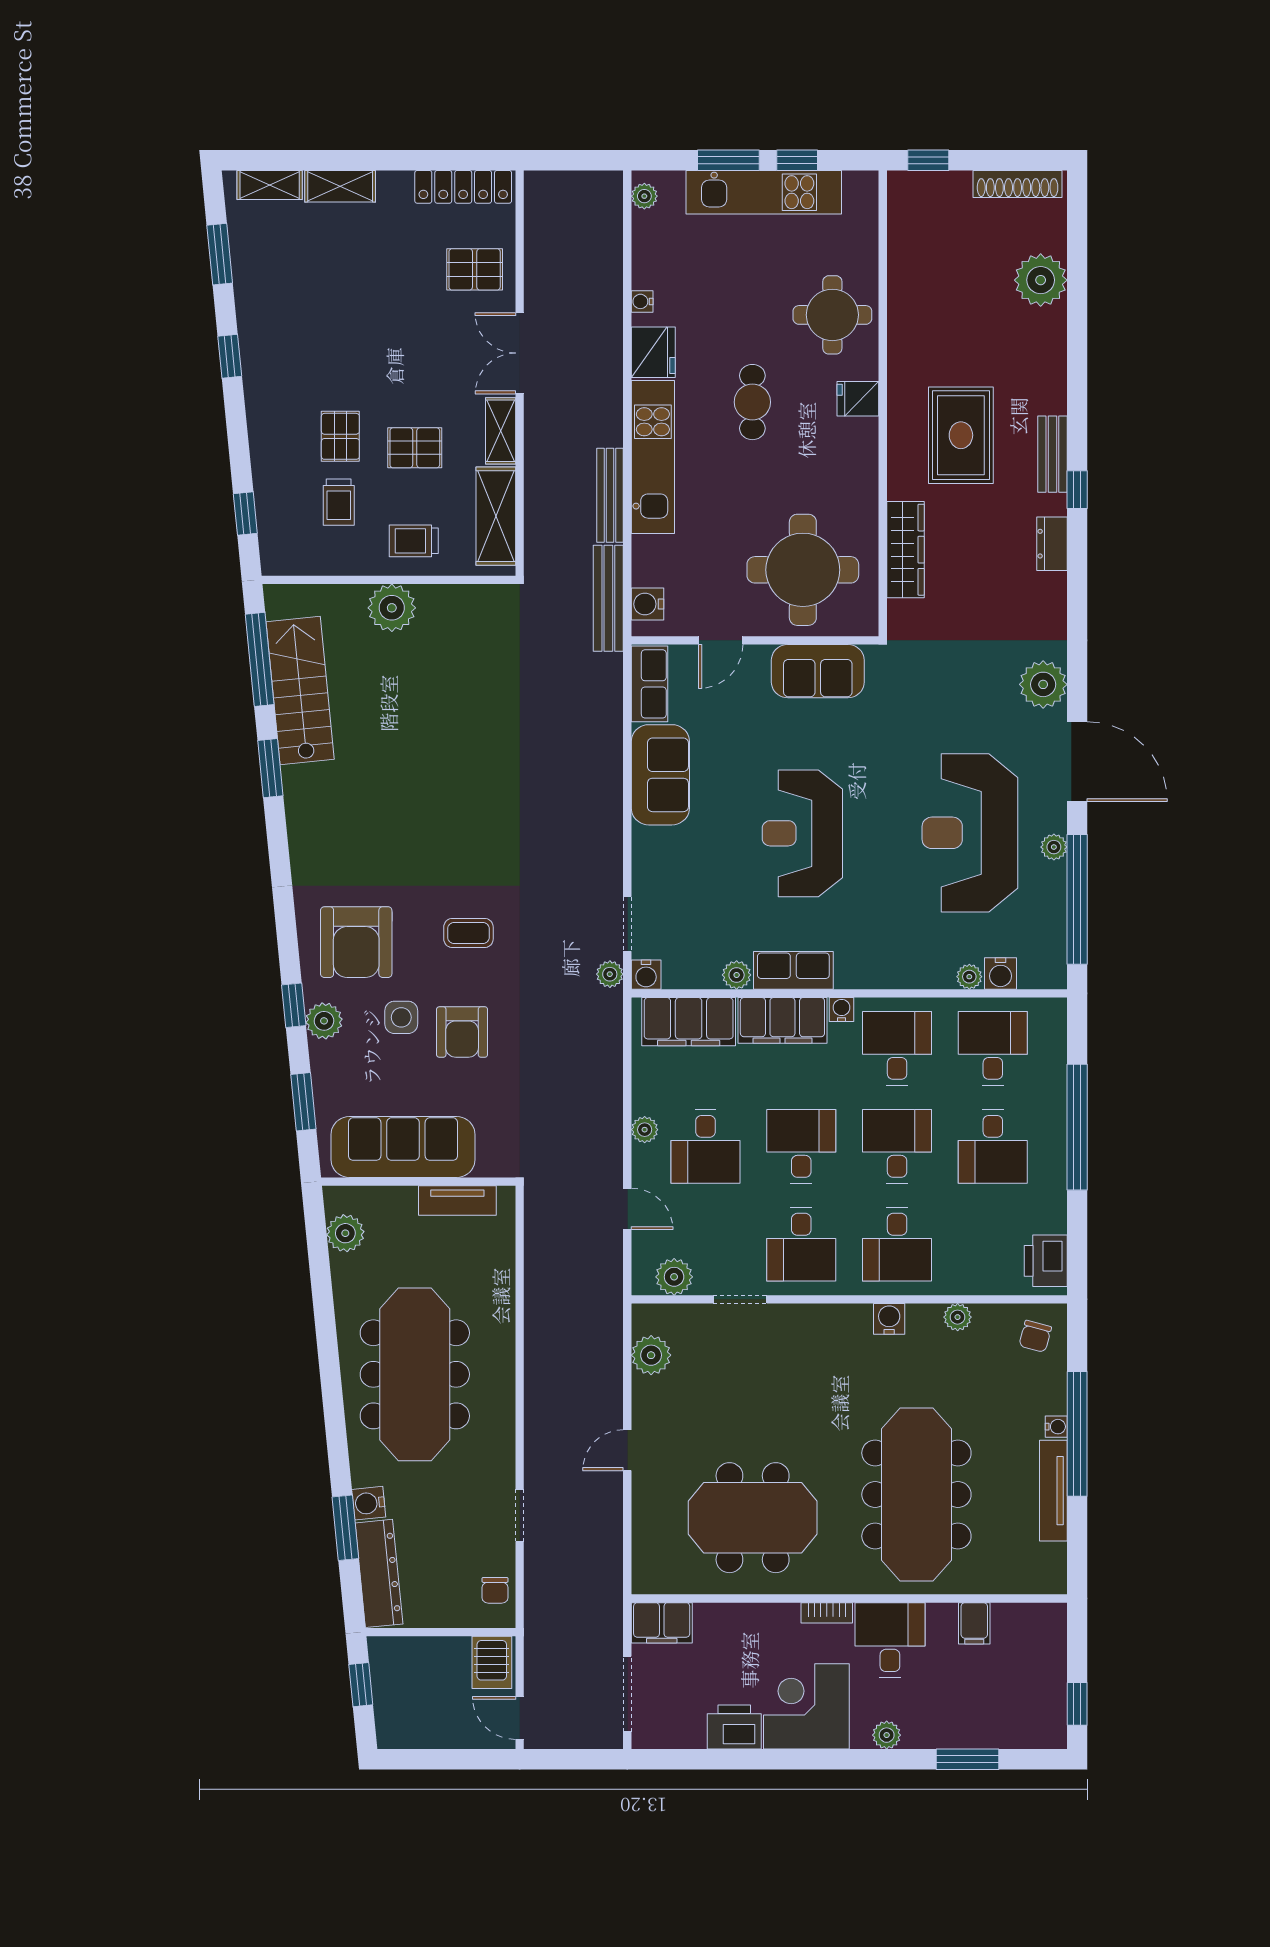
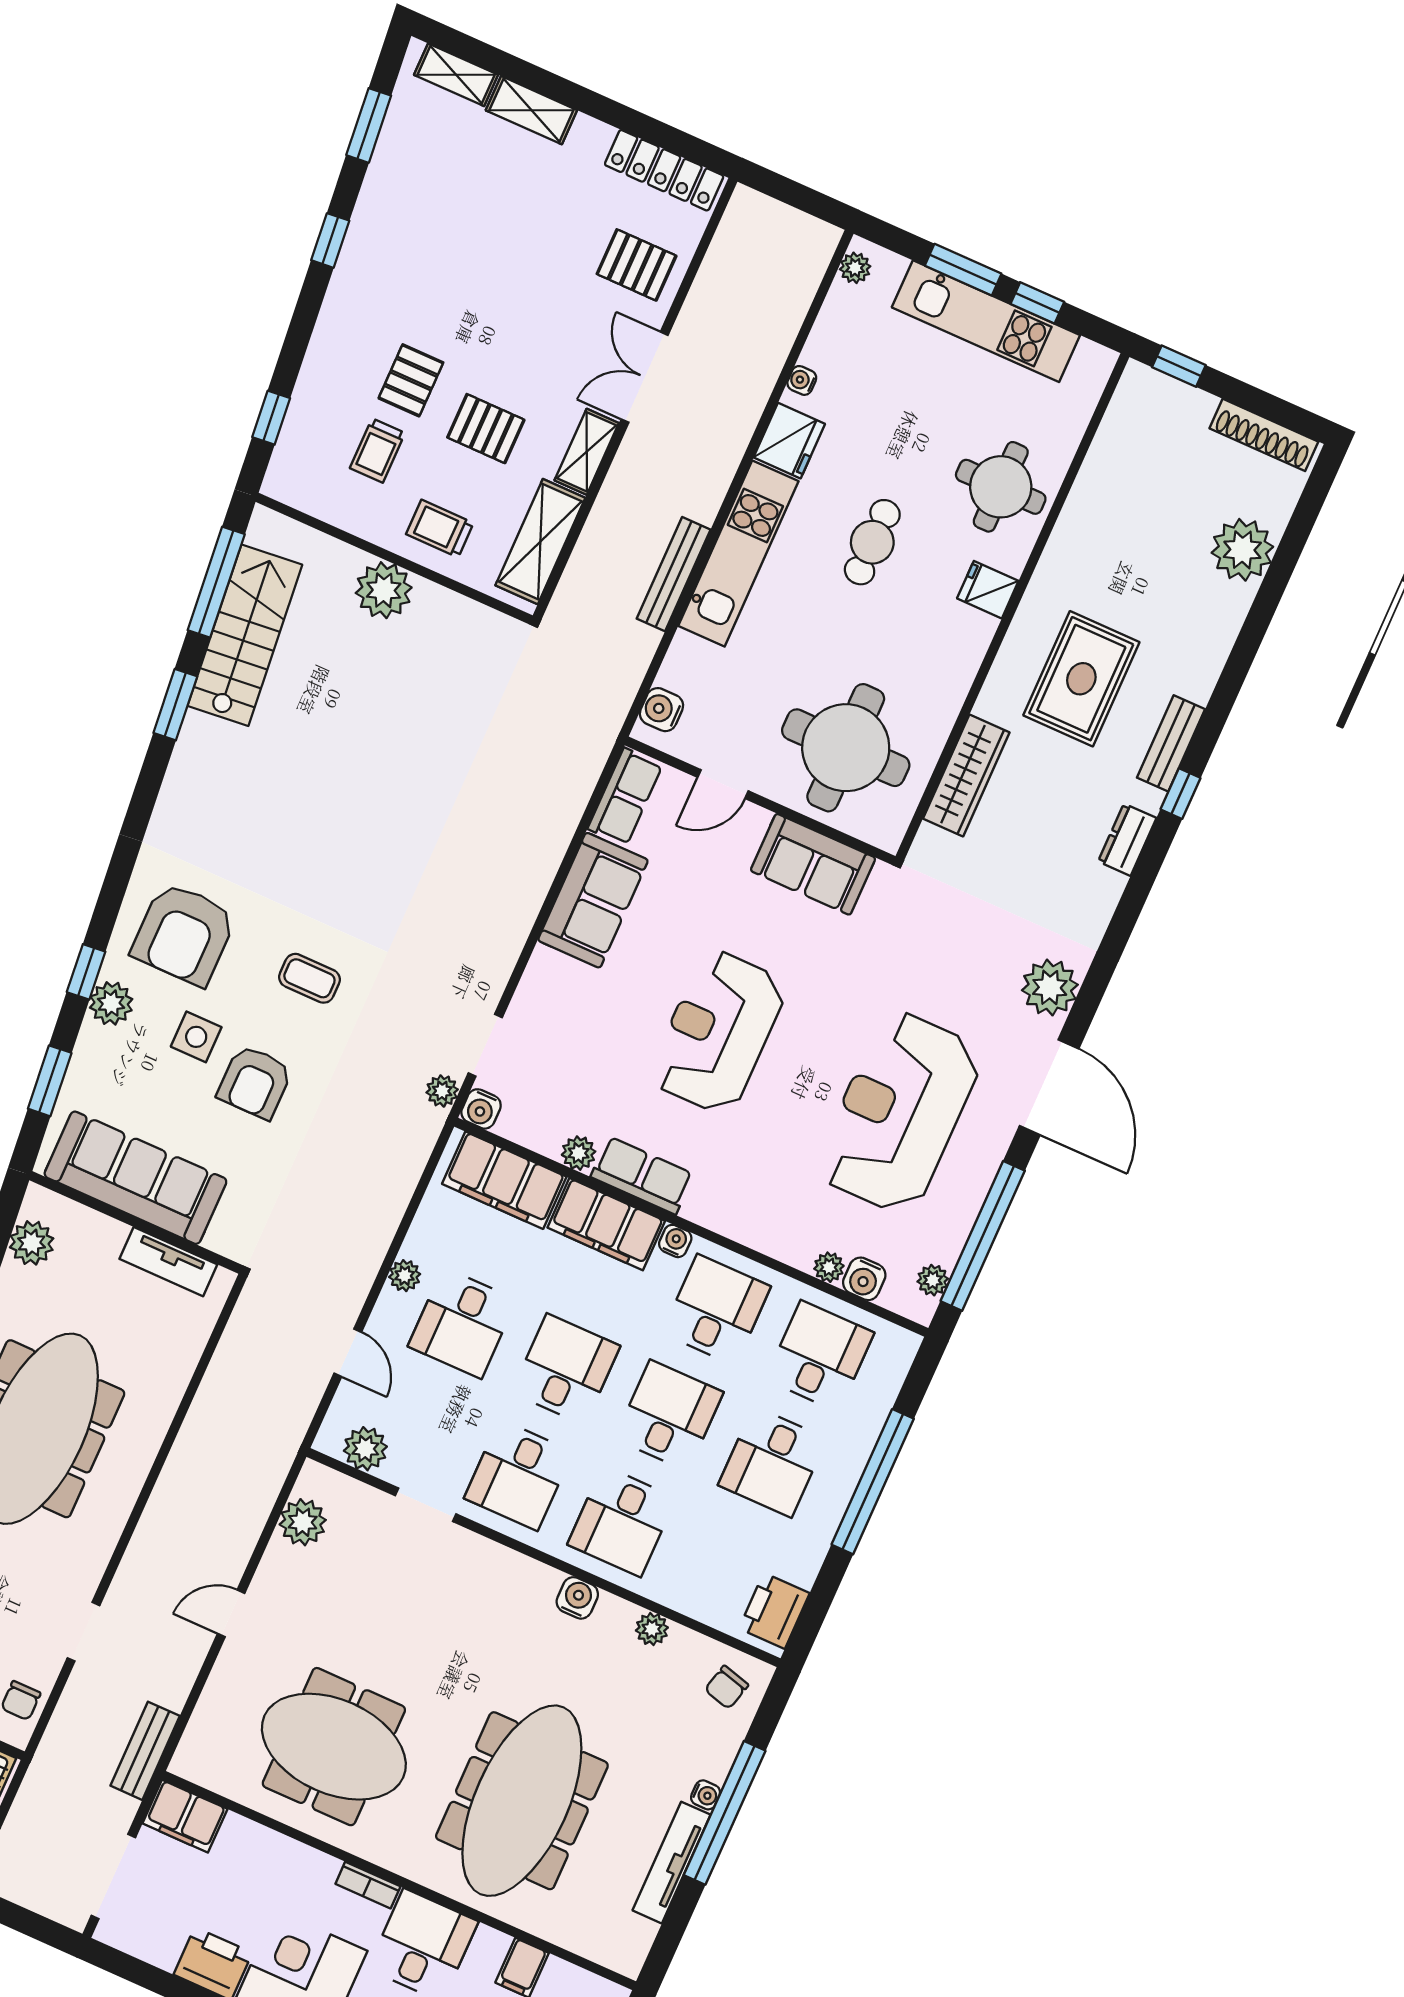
bench: (608, 598) -> (145, 1751), moved, width x0.73
plant: (1054, 847) -> (933, 1280), moved

